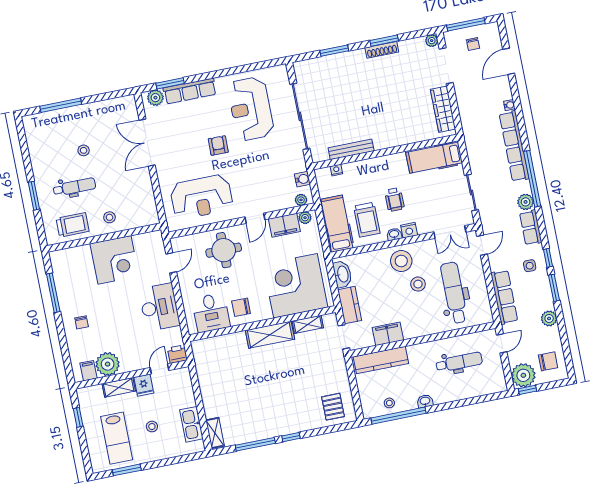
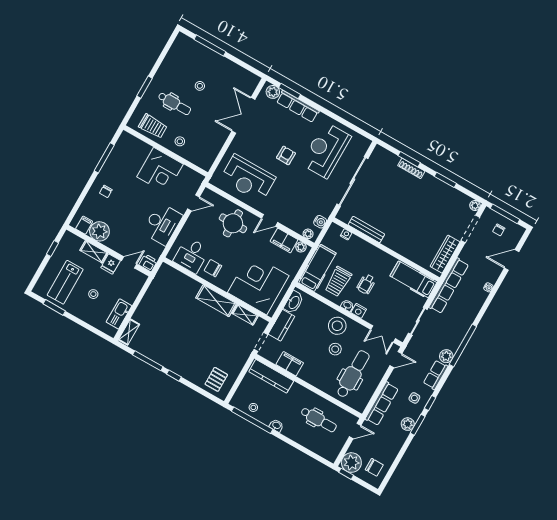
shoe rack: (382, 50) -> (411, 168), moved
row of seats: (514, 146) -> (449, 286), moved, turned 180
plant: (549, 318) -> (408, 424), moved

